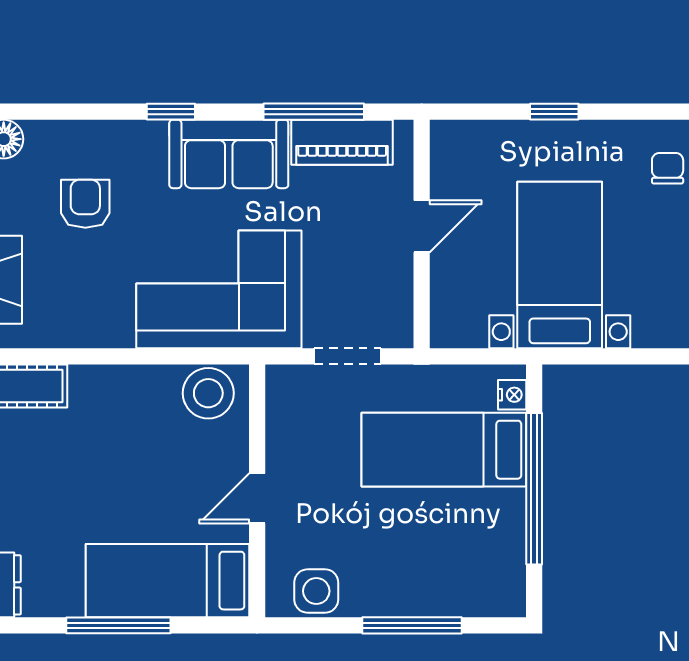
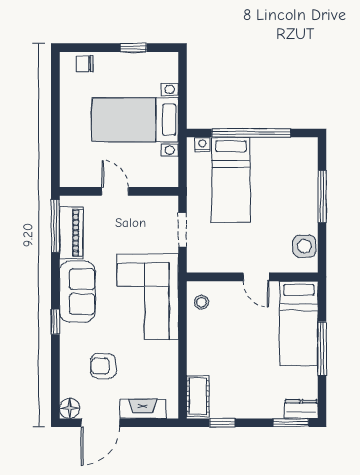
window: (314, 112) -> (55, 226), moved
window: (554, 112) -> (55, 123), removed
stool: (208, 393) -> (202, 302), width x0.53, depth x0.53

